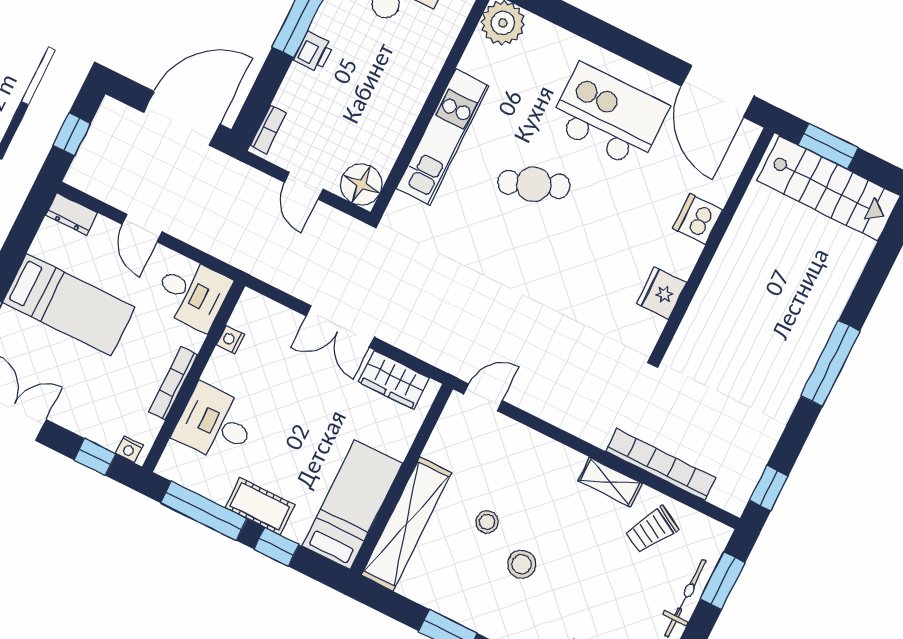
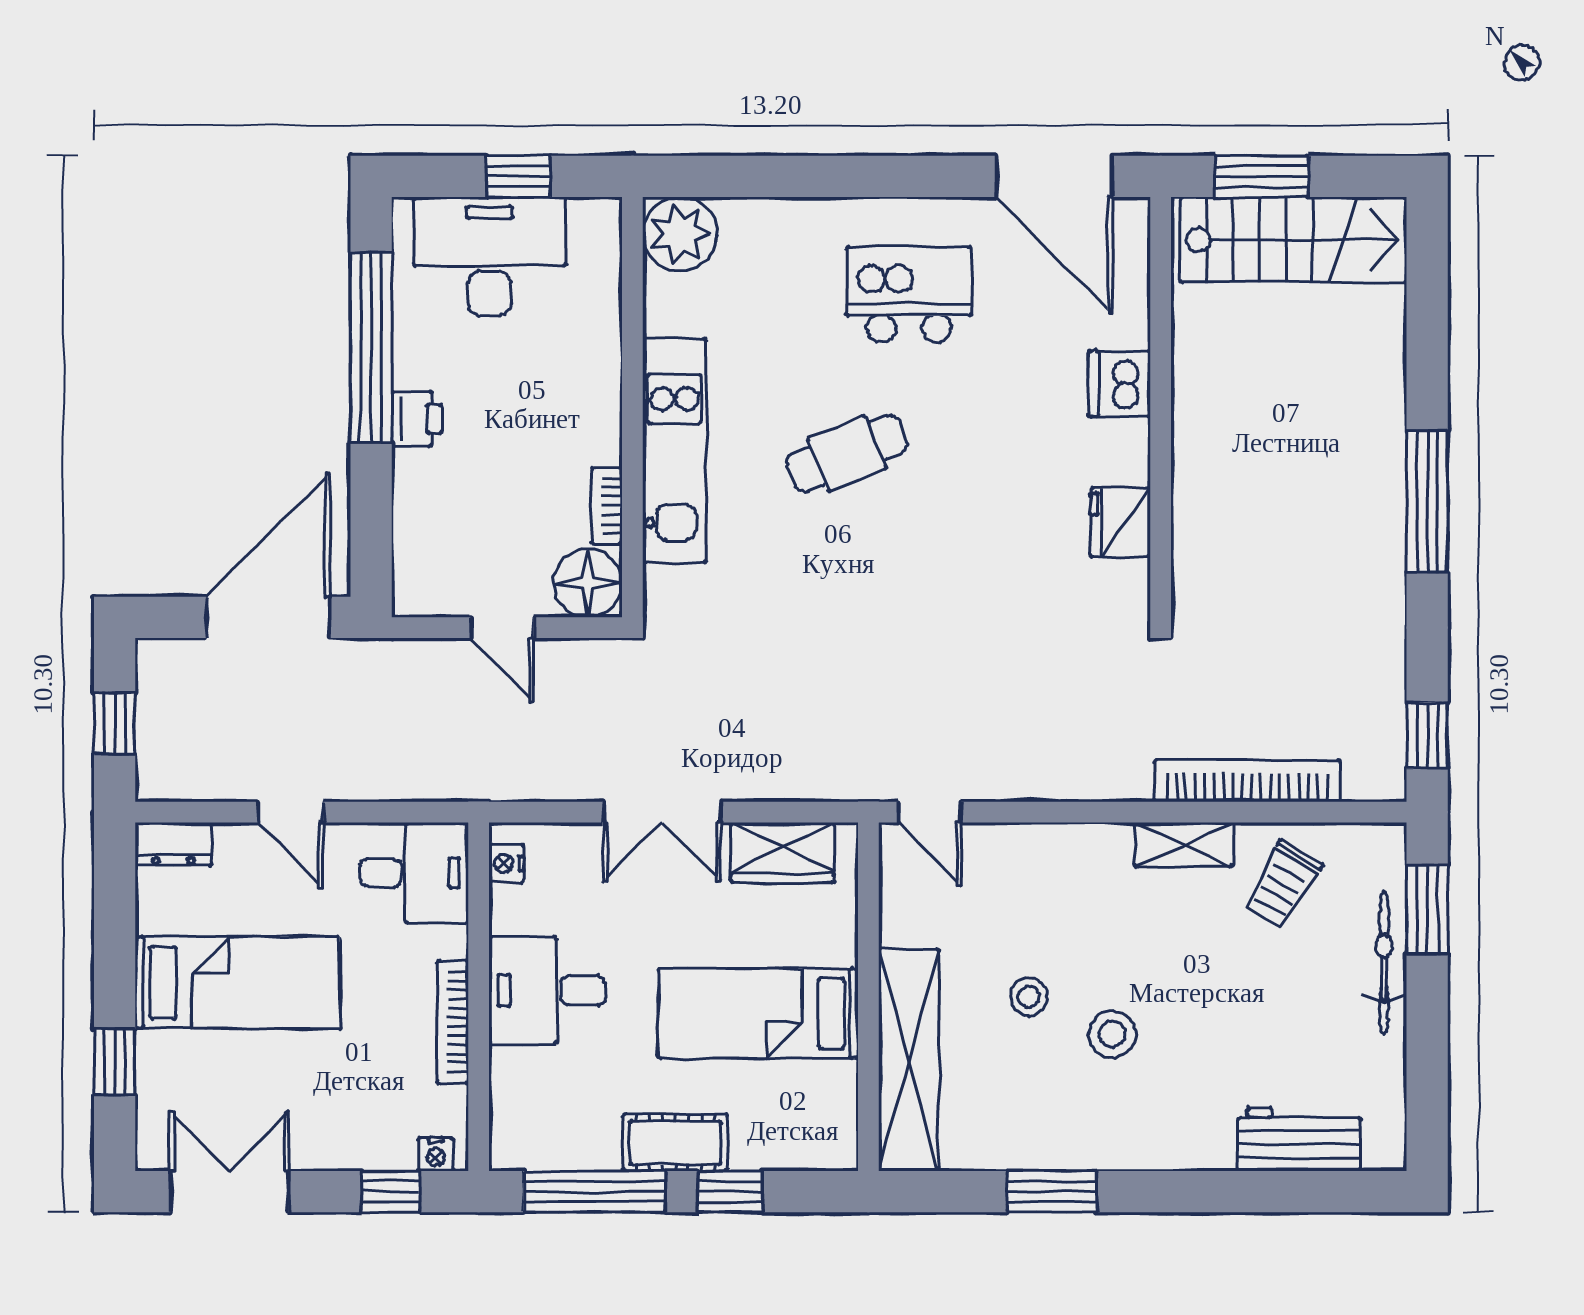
kitchen island: (609, 116) -> (909, 294), width x0.73, depth x0.78
bookcase: (269, 129) -> (607, 506), moved, turned 180
nightstand: (230, 340) -> (506, 863), moved
door: (483, 397) -> (930, 812), swing flipped
desk: (216, 424) -> (547, 990), moved
bed: (352, 505) -> (758, 1013), moved, turned -90

